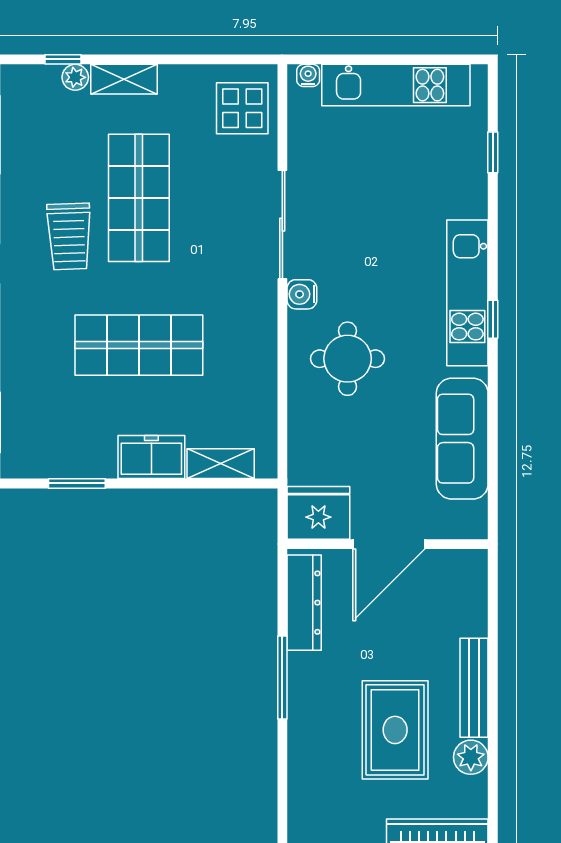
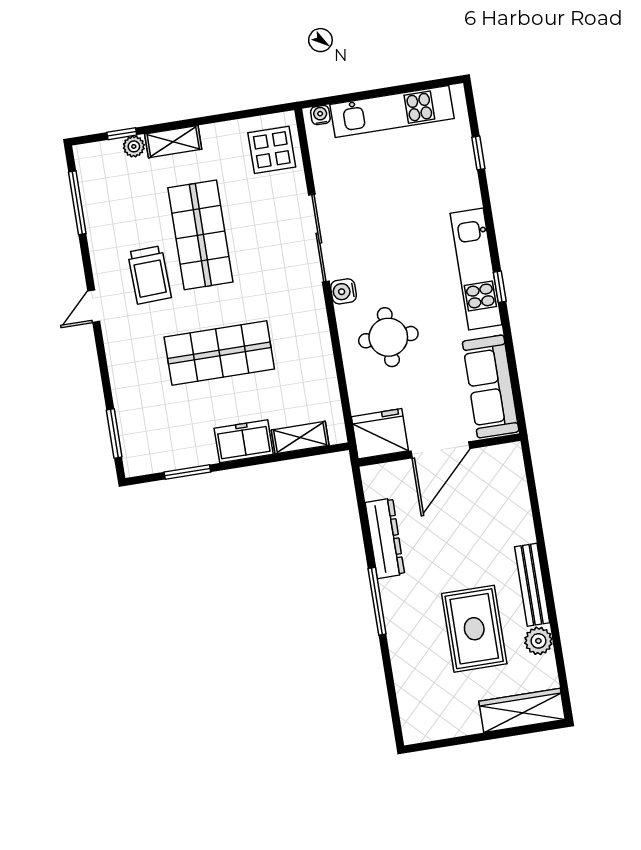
fridge: (318, 513) -> (380, 434), moved
wall: (388, 544) -> (439, 450), moved
door: (389, 544) -> (440, 450), moved

